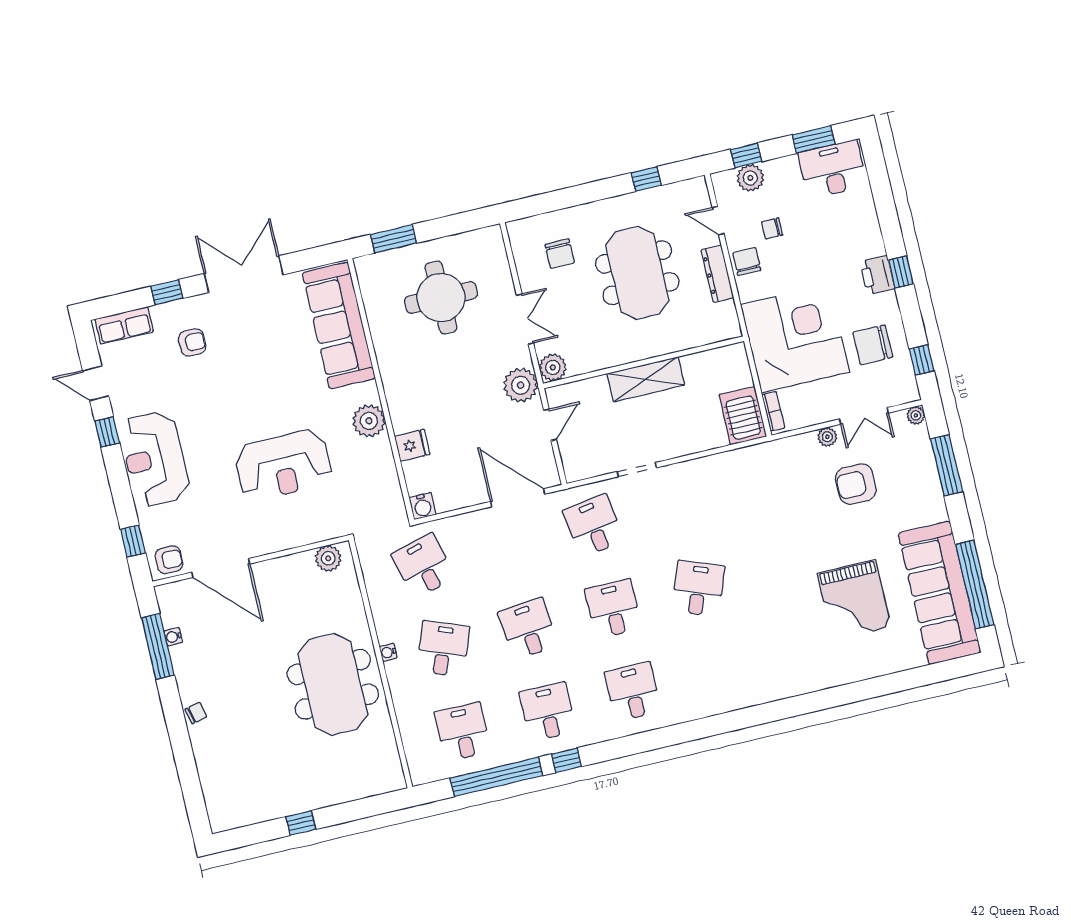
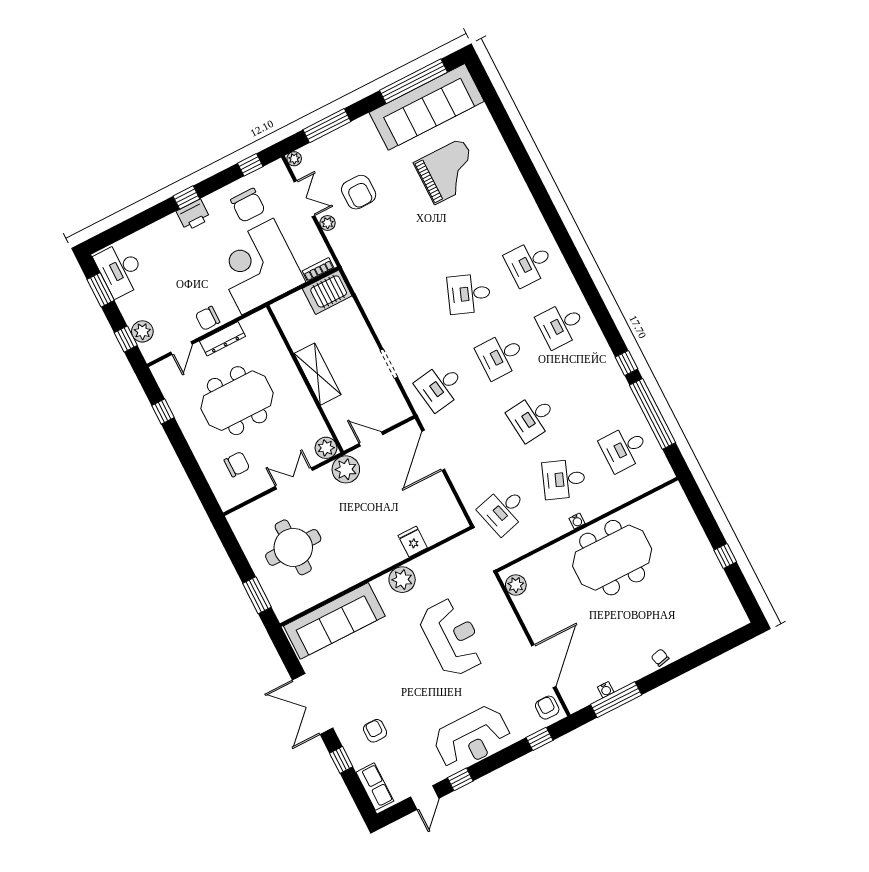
chair: (772, 228) -> (177, 305), removed
water cooler: (423, 506) -> (458, 522), removed
desk: (548, 712) -> (529, 263), moved

